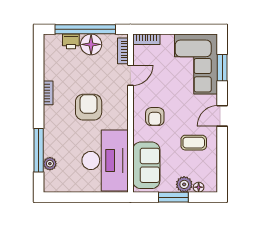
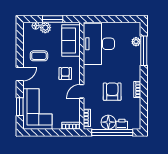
door: (130, 75) -> (82, 91), moved
armchair: (89, 107) -> (112, 92), moved, turned 180

